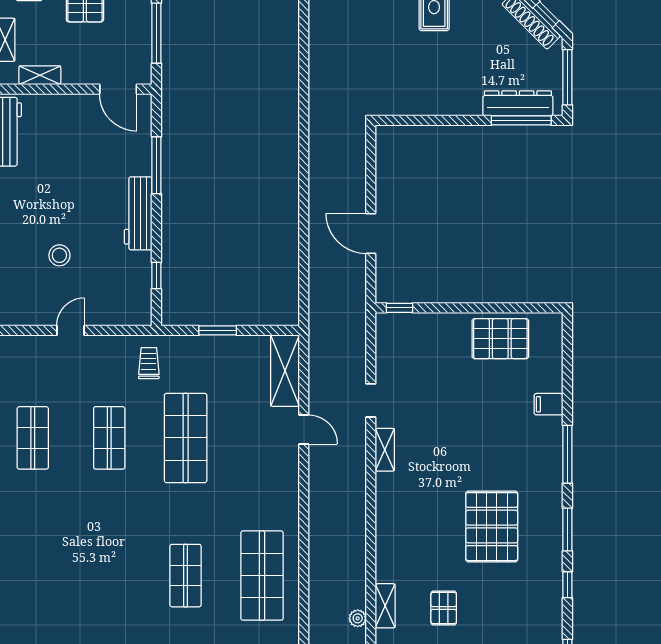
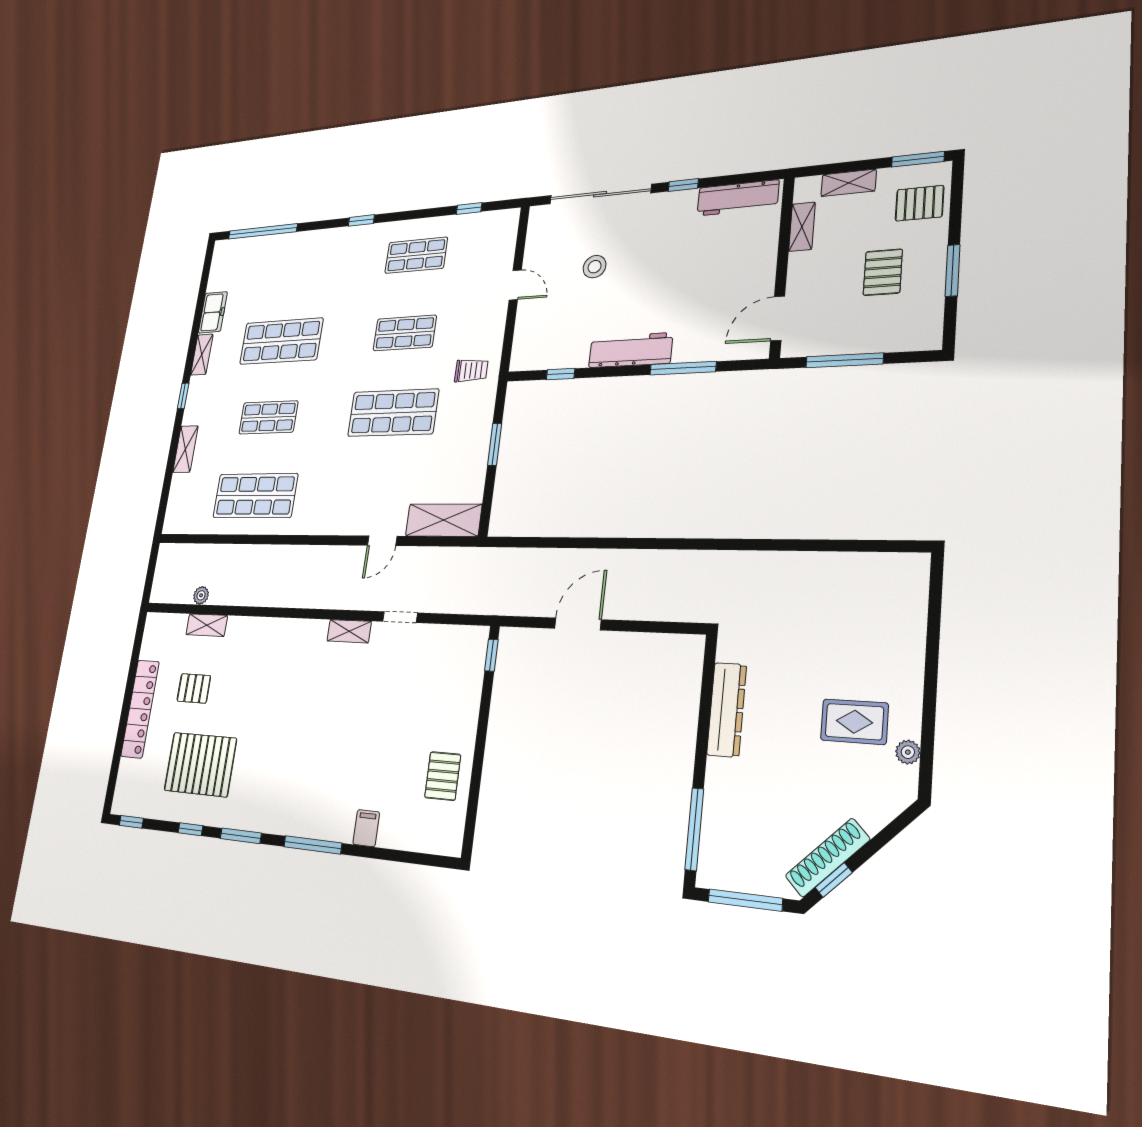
dresser: (518, 103) -> (727, 710), moved
pallet: (500, 339) -> (443, 776), width x0.67, depth x0.71
pallet: (492, 527) -> (200, 764), moved
shop shelf: (109, 576) -> (281, 341), added

